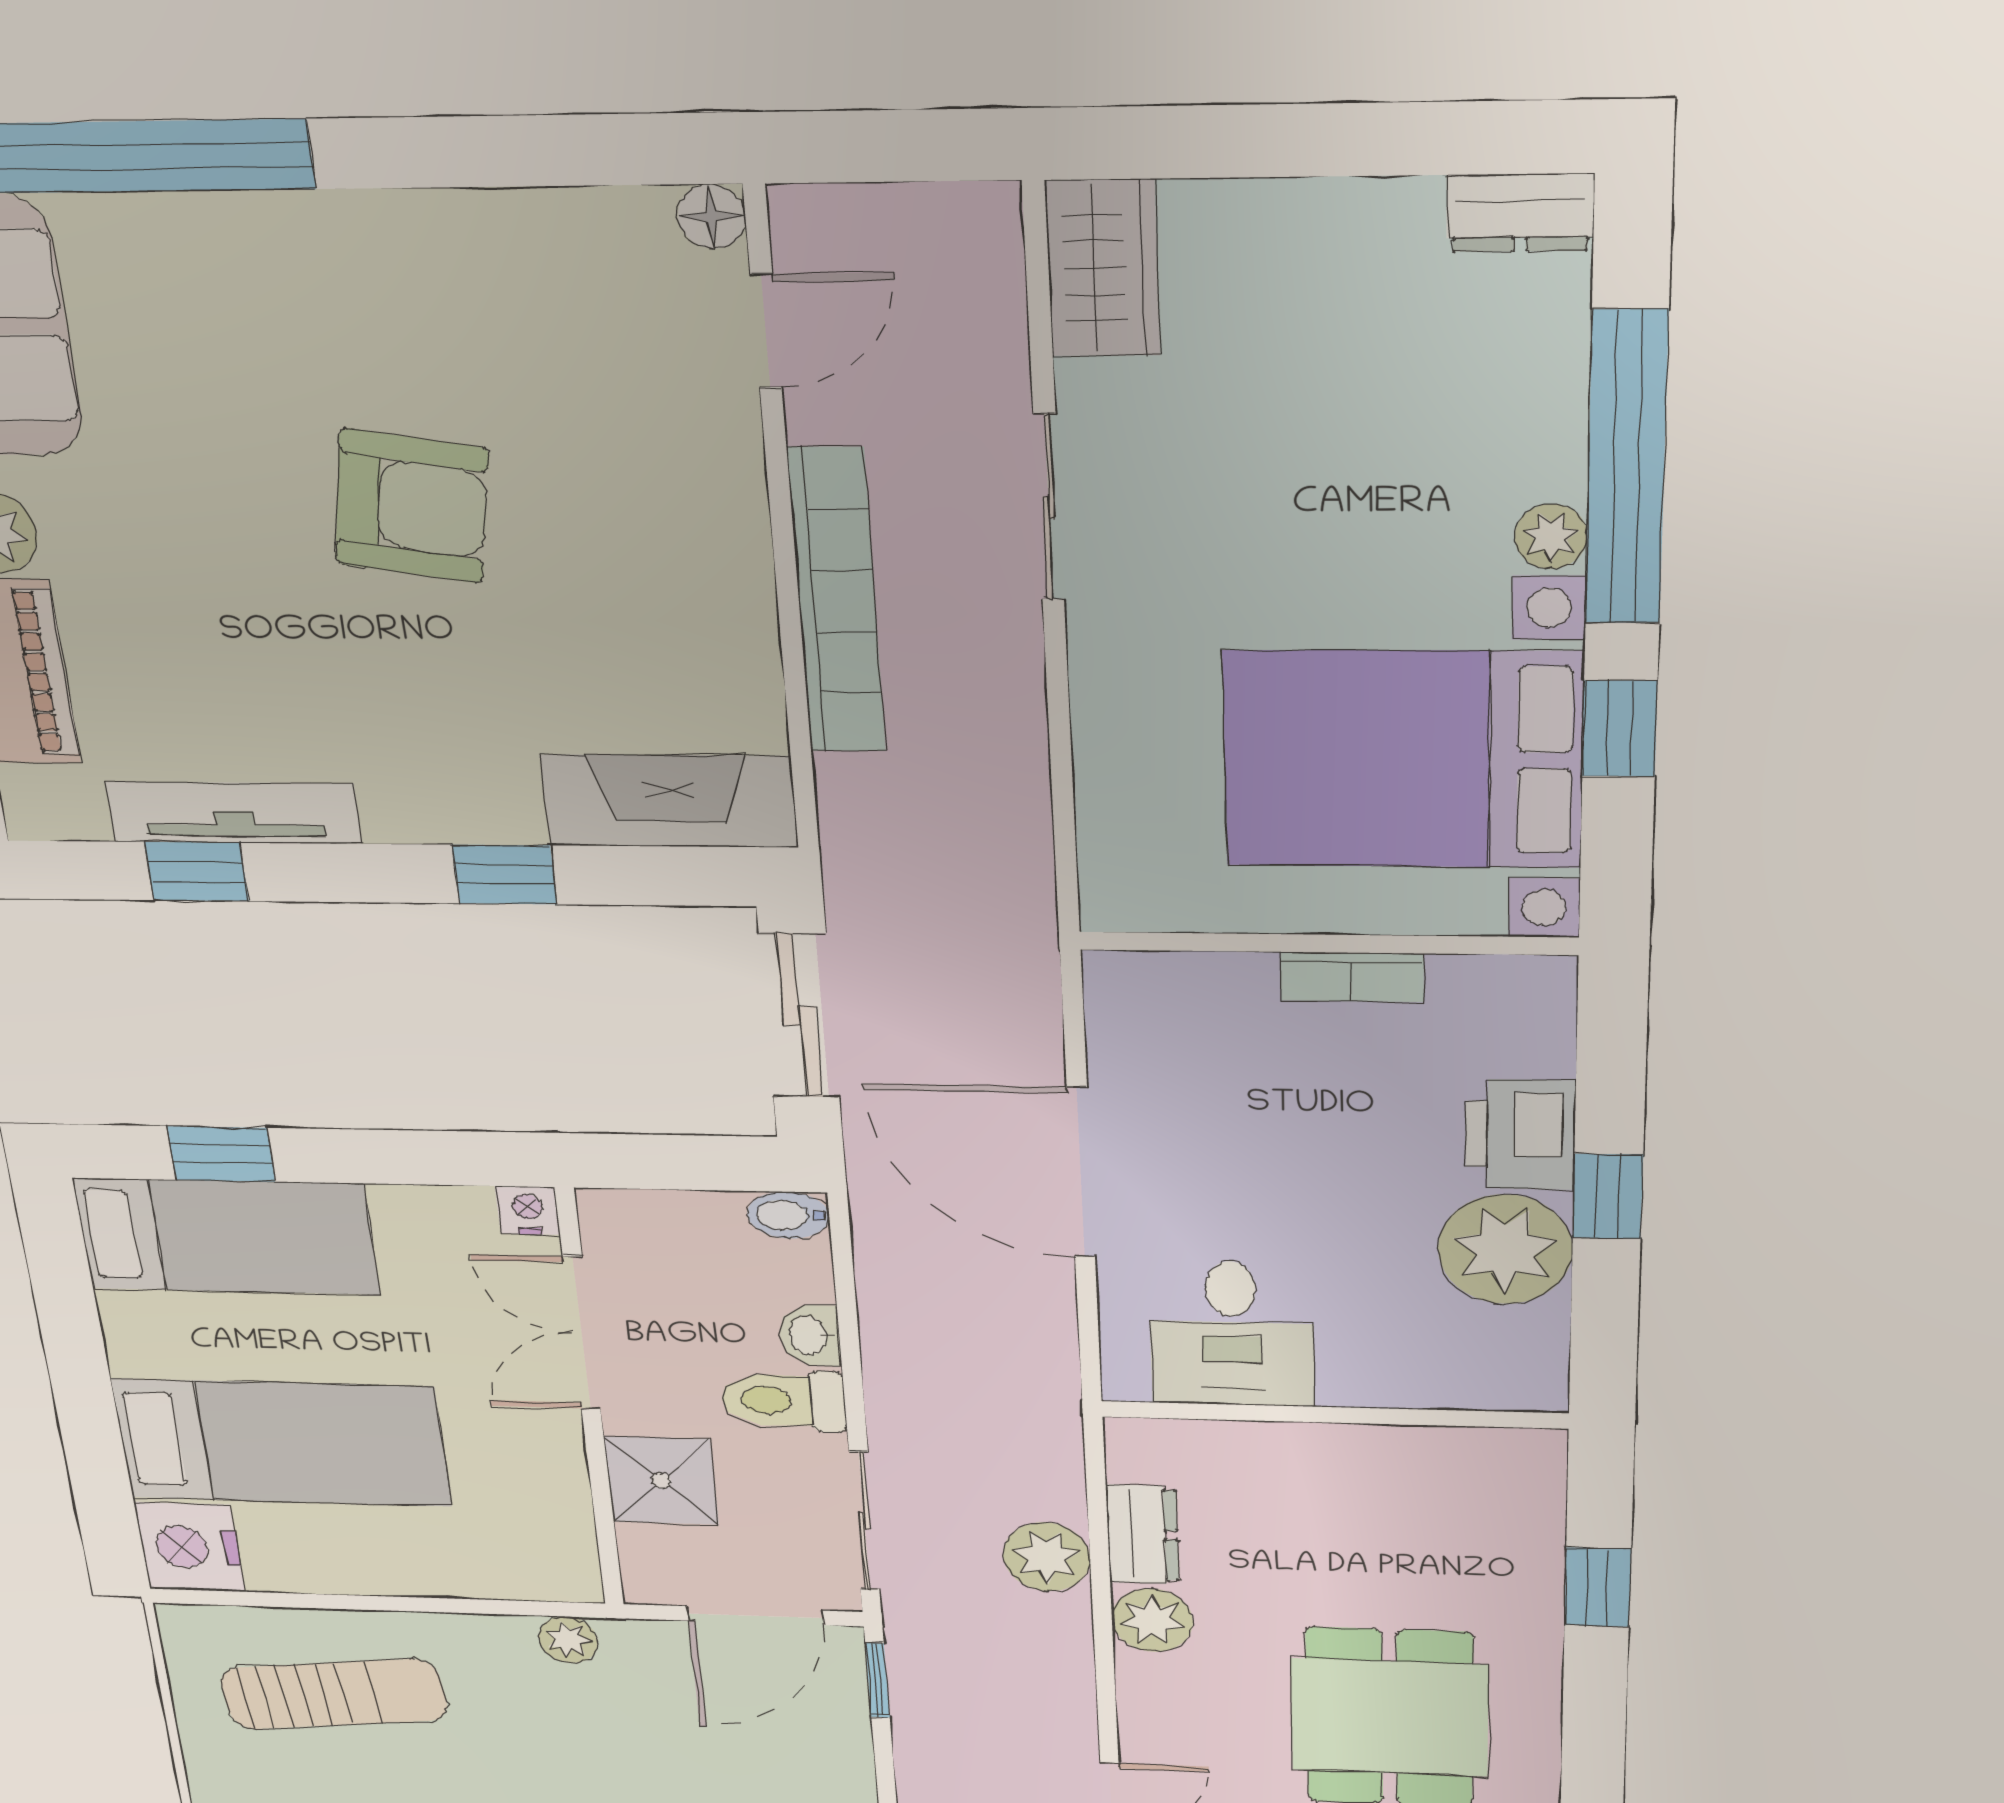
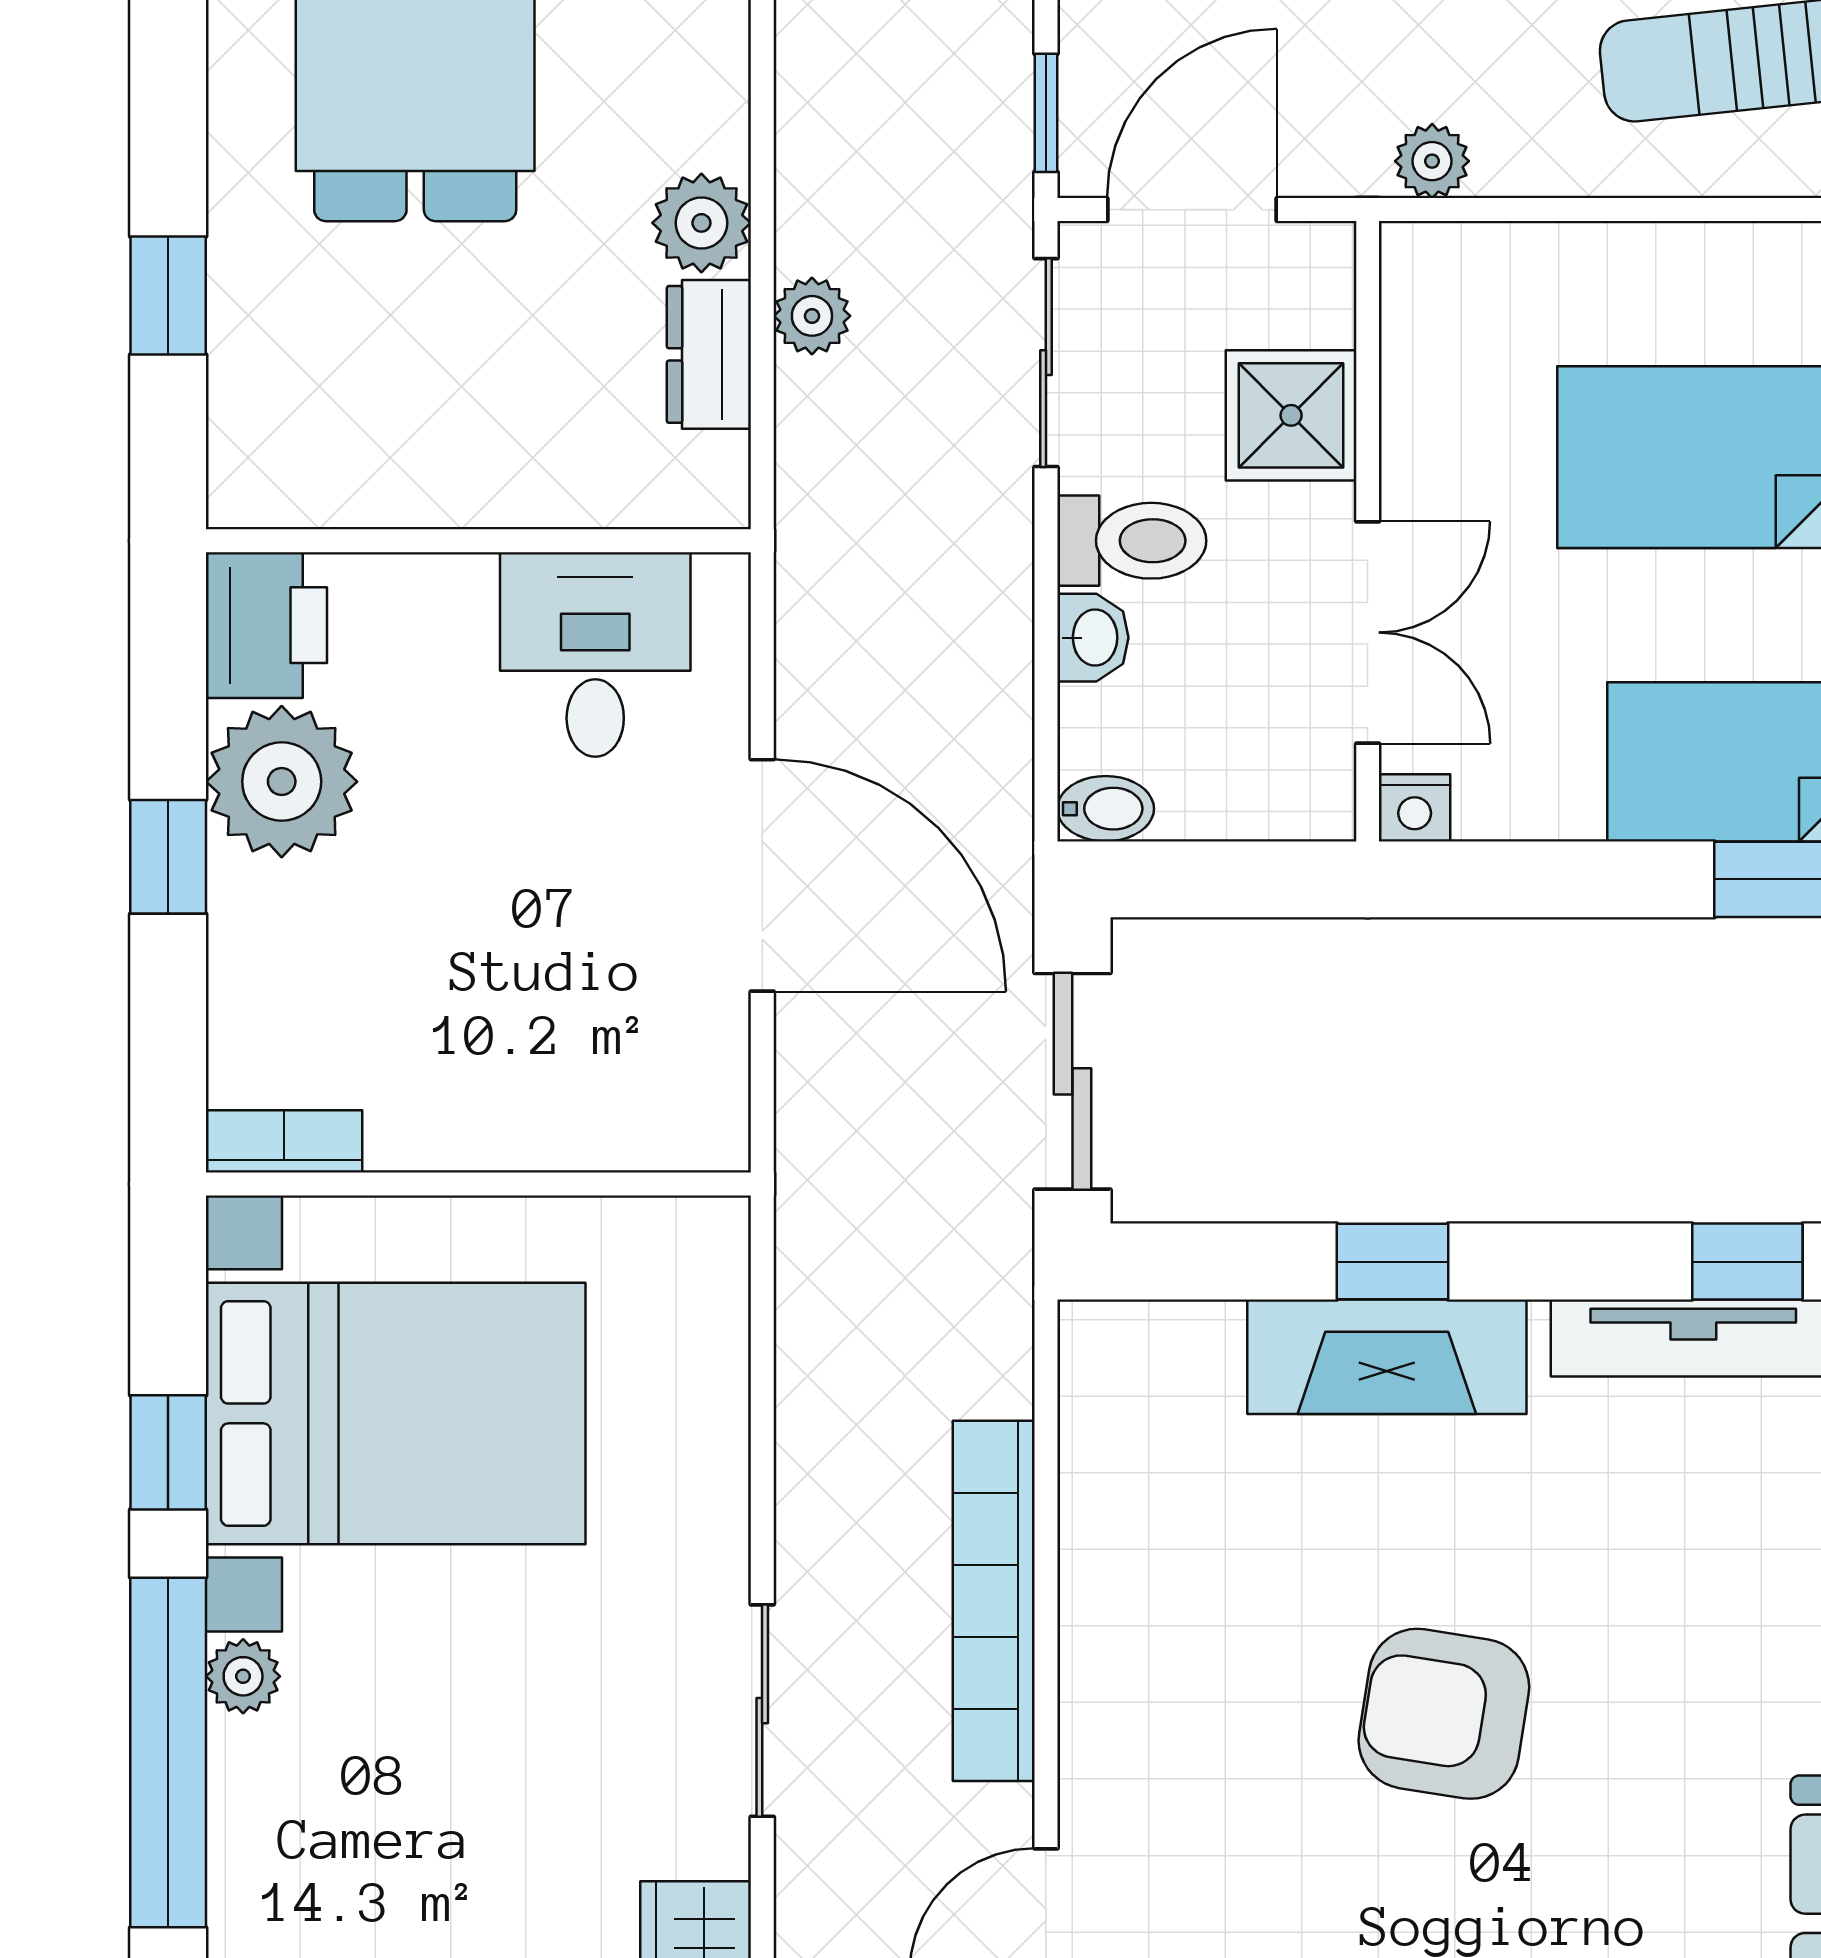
fireplace: (669, 801) -> (1387, 1357), moved
bookcase: (1352, 977) -> (284, 1141), moved
printer: (1520, 1135) -> (266, 625), moved
plant: (1047, 1557) -> (812, 316), width x0.73, depth x0.73

